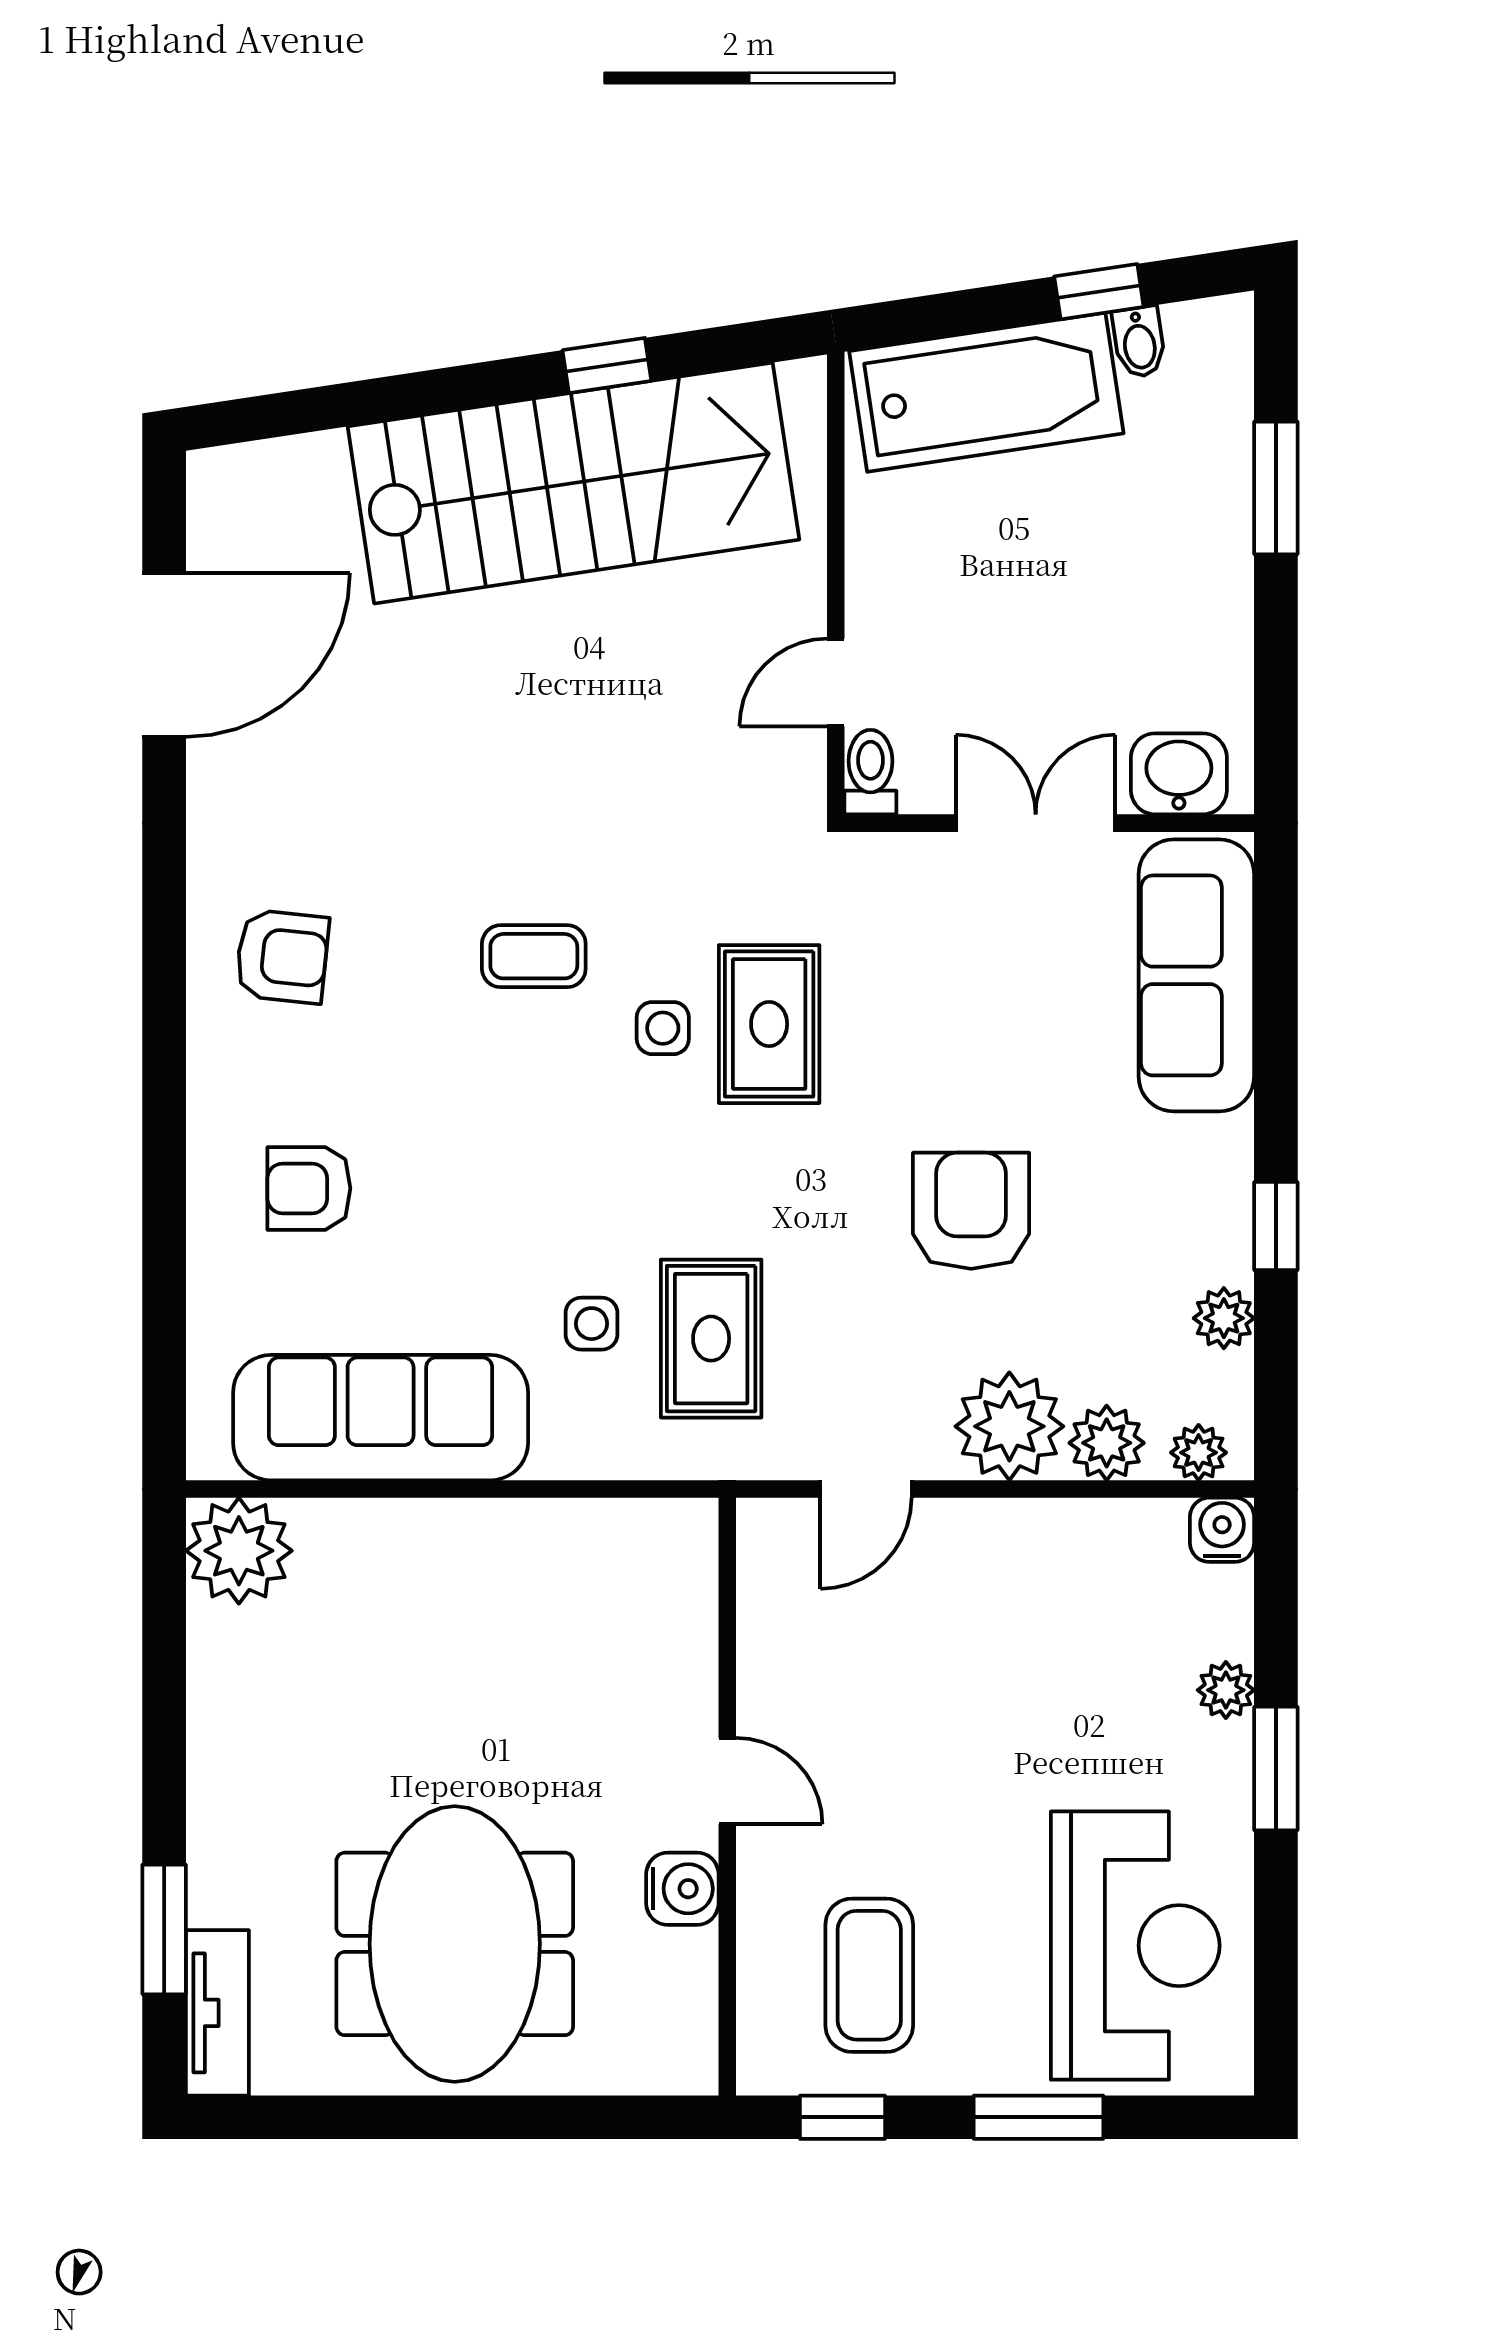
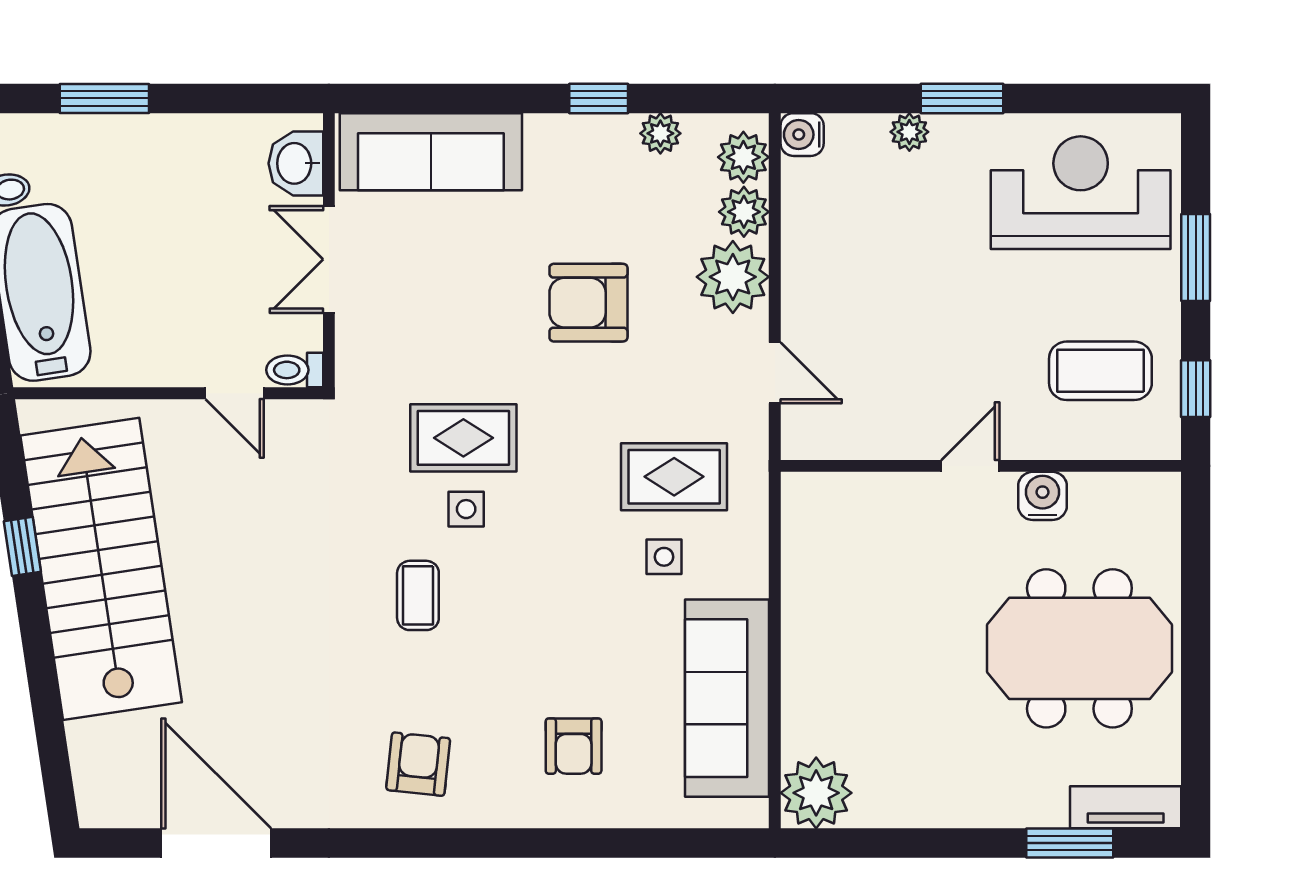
plant: (1199, 1453) -> (743, 157), width x1.38, depth x1.38

